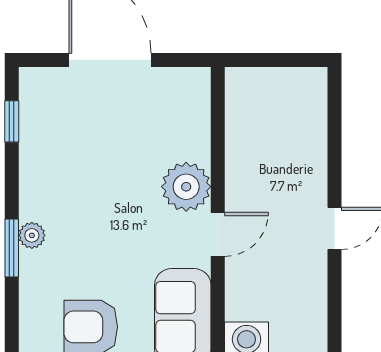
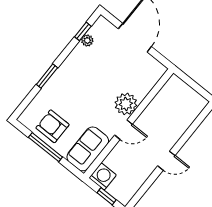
plant: (32, 235) -> (87, 40), moved

